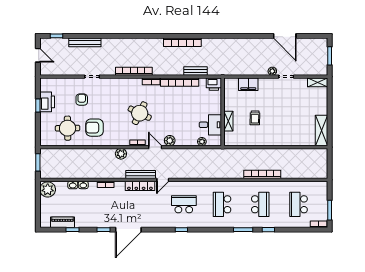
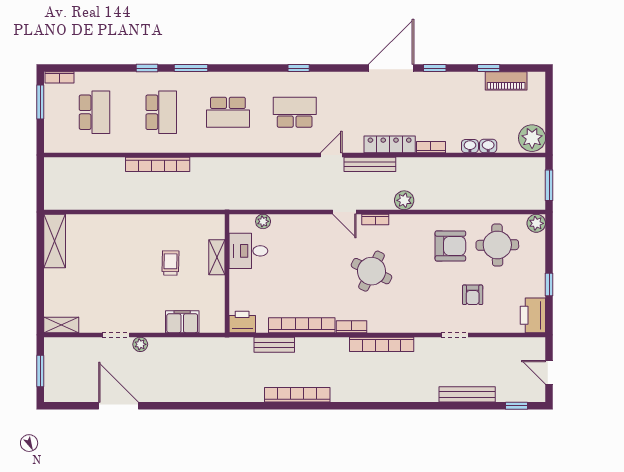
printer: (47, 102) -> (533, 315), moved
plant: (170, 141) -> (536, 223), moved
locker: (140, 186) -> (390, 144), moved
school desk: (184, 204) -> (295, 112), turned 180
school desk: (222, 204) -> (228, 112), turned 90
school desk: (260, 204) -> (161, 112), turned 180

